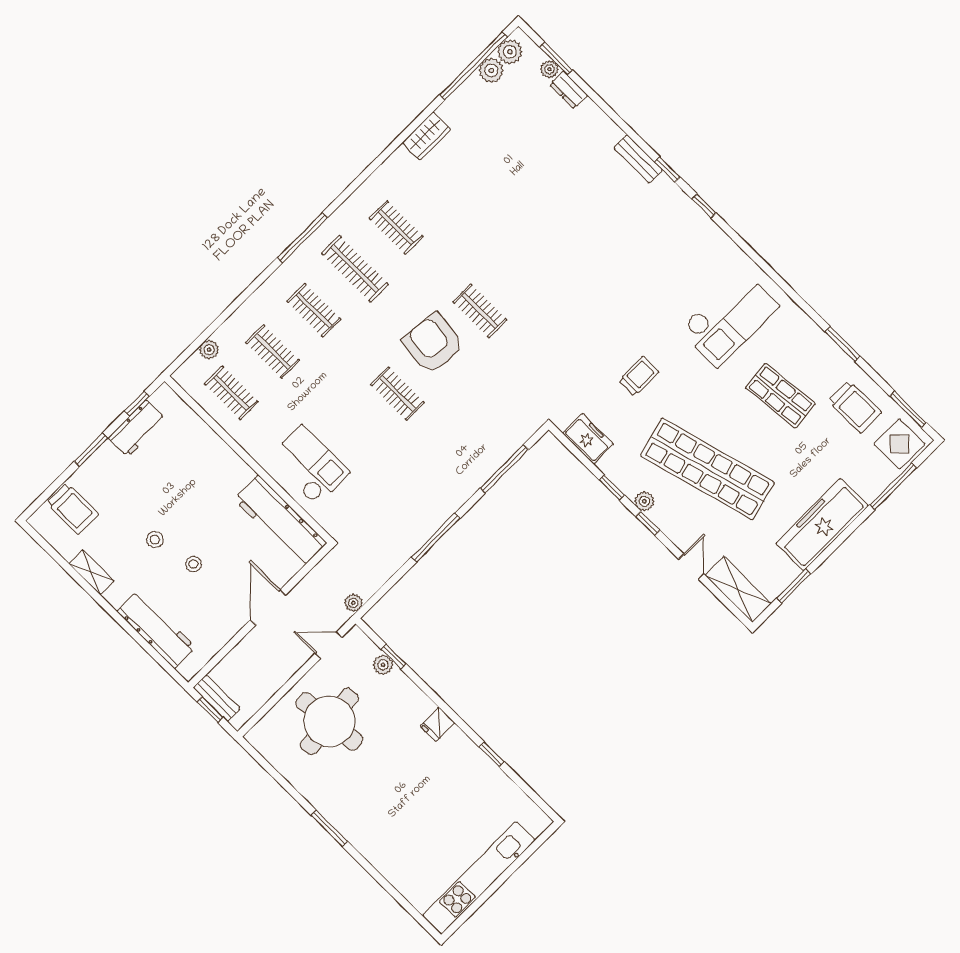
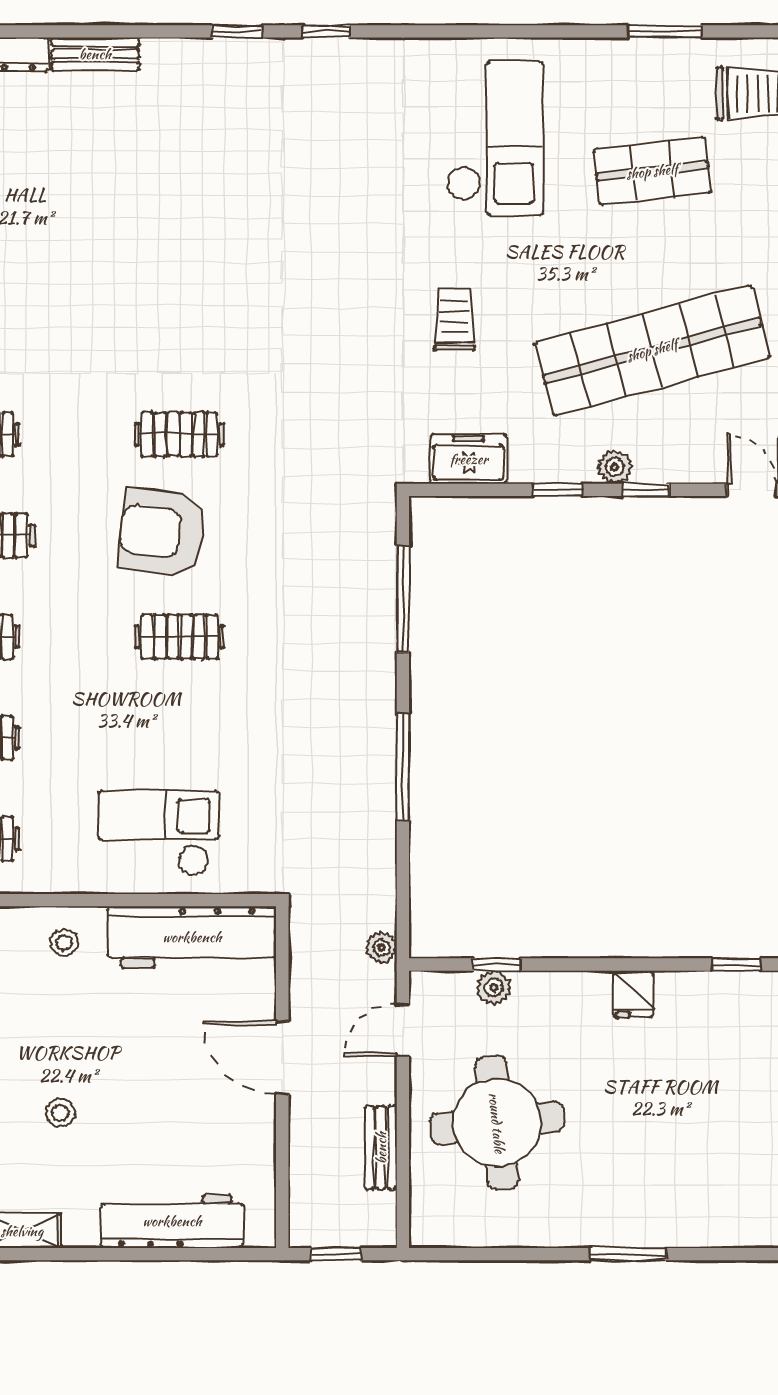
bench: (638, 159) -> (95, 54), moved
stool: (193, 564) -> (64, 942), moved
bench: (217, 698) -> (381, 1148), moved, turned 90

